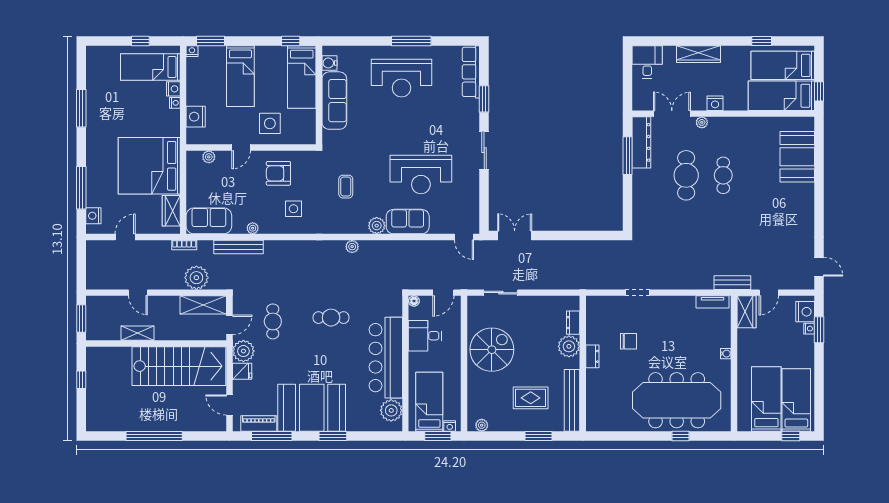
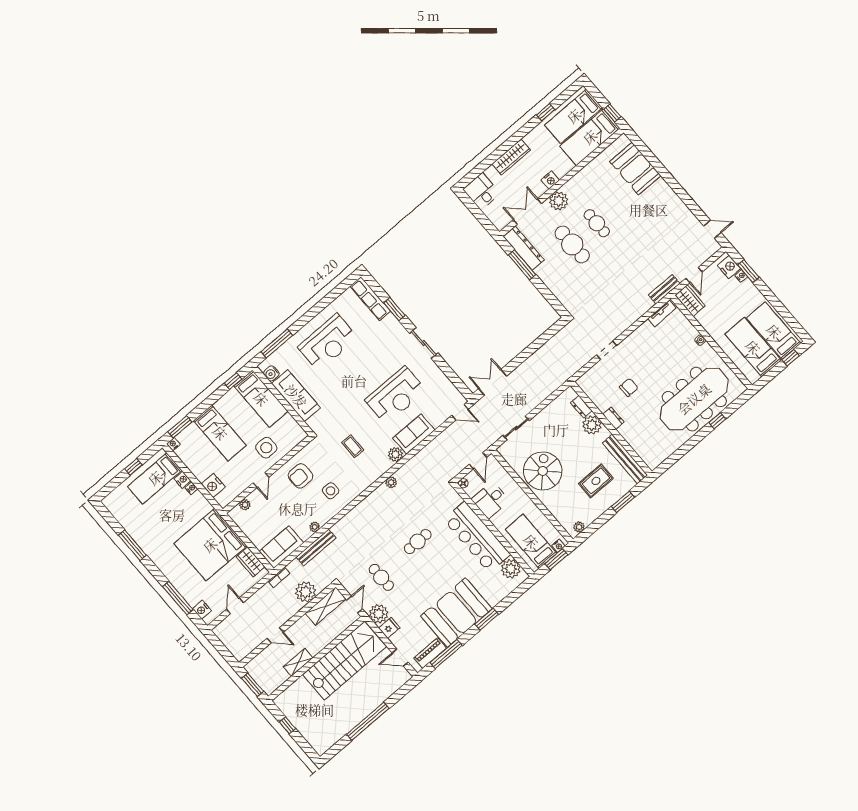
window: (411, 41) -> (277, 343), moved
plant: (702, 122) -> (559, 201), width x1.87, depth x1.87

